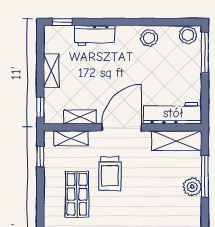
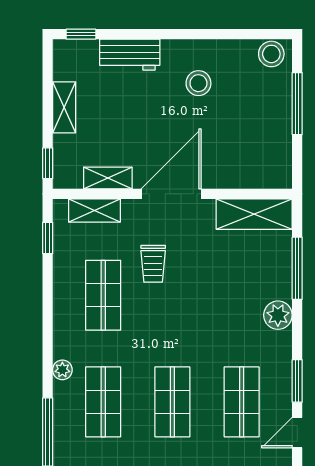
stool: (149, 38) -> (198, 83), moved
window: (205, 53) -> (297, 104), moved
workbench: (173, 113) -> (248, 172), removed
trolley: (110, 173) -> (153, 264), width x0.73, depth x0.72
plant: (192, 187) -> (278, 315), moved

